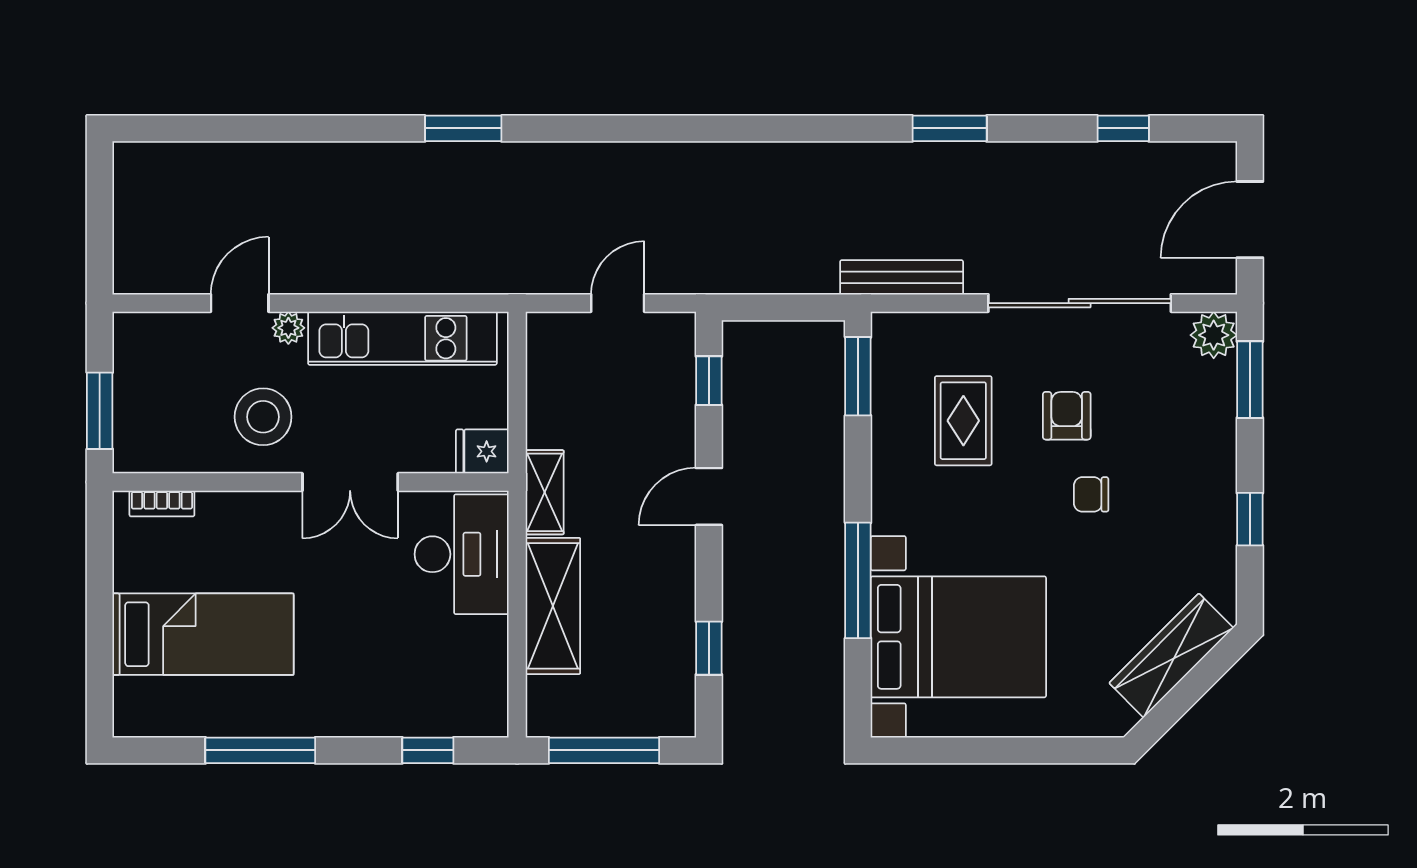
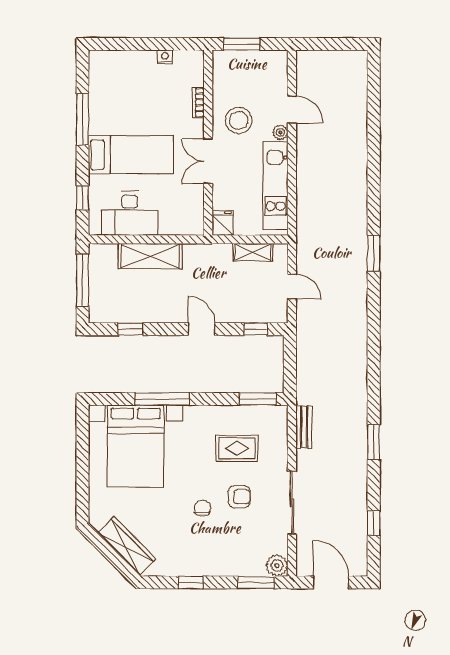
window: (463, 128) -> (374, 253), moved
bench: (902, 277) -> (304, 427), width x0.73
sliding door: (1080, 303) -> (292, 503), width x0.73
shelving: (545, 492) -> (253, 252), moved
bookcase: (162, 504) -> (198, 102), moved
desk: (462, 554) -> (130, 213), moved
nightstand: (127, 574) -> (165, 57), added
bed: (203, 634) -> (131, 155), moved, turned -90

